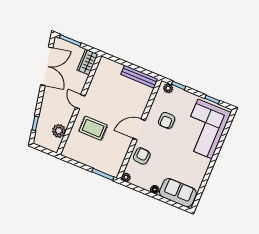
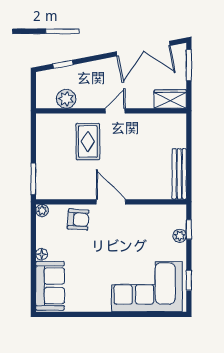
plant: (168, 88) -> (180, 236), moved
armchair: (167, 120) -> (137, 233), removed

